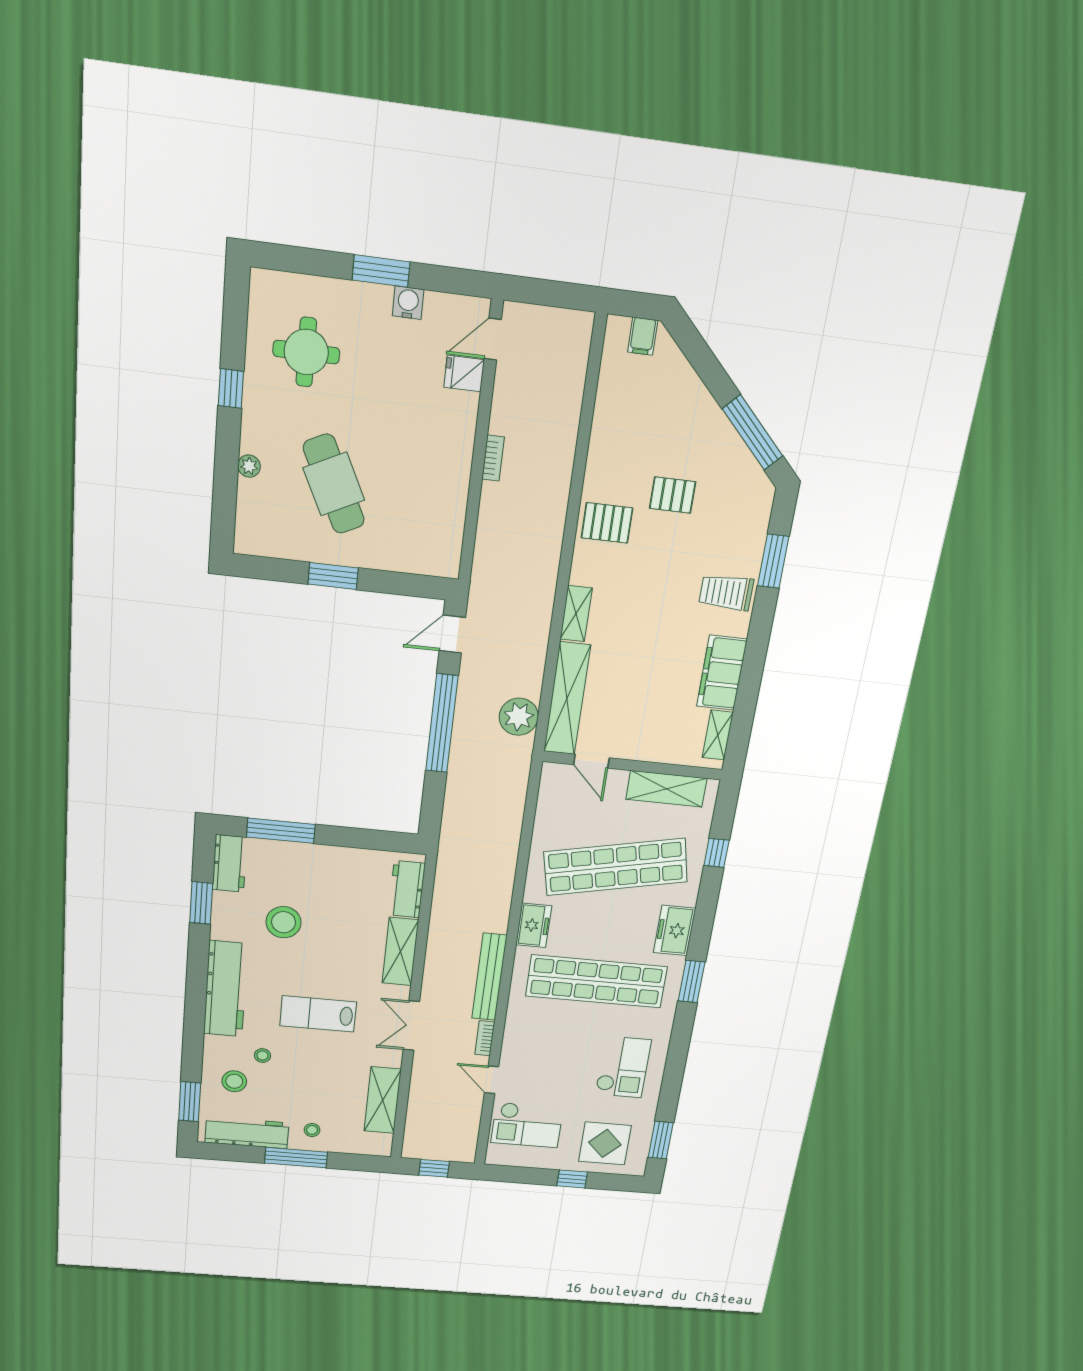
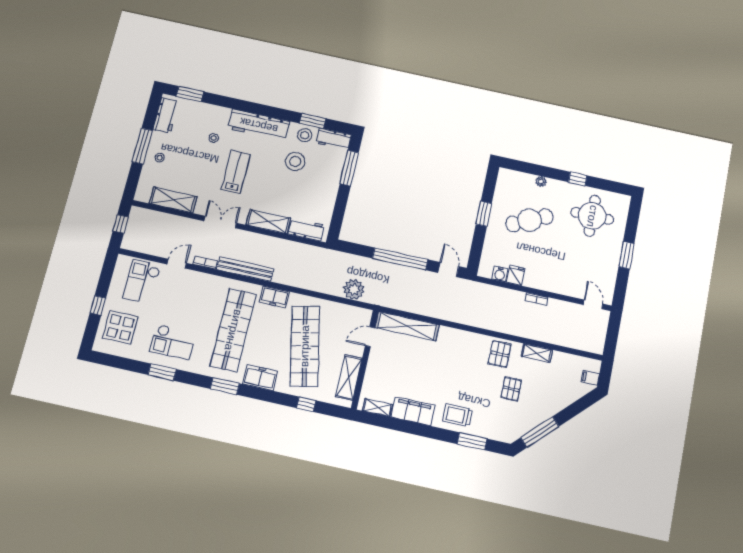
water cooler: (408, 303) -> (500, 274), moved, turned 90
round table: (306, 352) -> (592, 216), width x1.36, depth x1.36
fridge: (464, 373) -> (516, 275), moved
trolley: (726, 592) -> (457, 415), turned -90
shelving: (576, 614) -> (537, 353), moved
plant: (519, 717) -> (354, 289), moved
stool: (234, 1081) -> (305, 135), moved
workbench: (247, 1133) -> (166, 115), width x0.73
window: (661, 1140) -> (162, 372), moved

